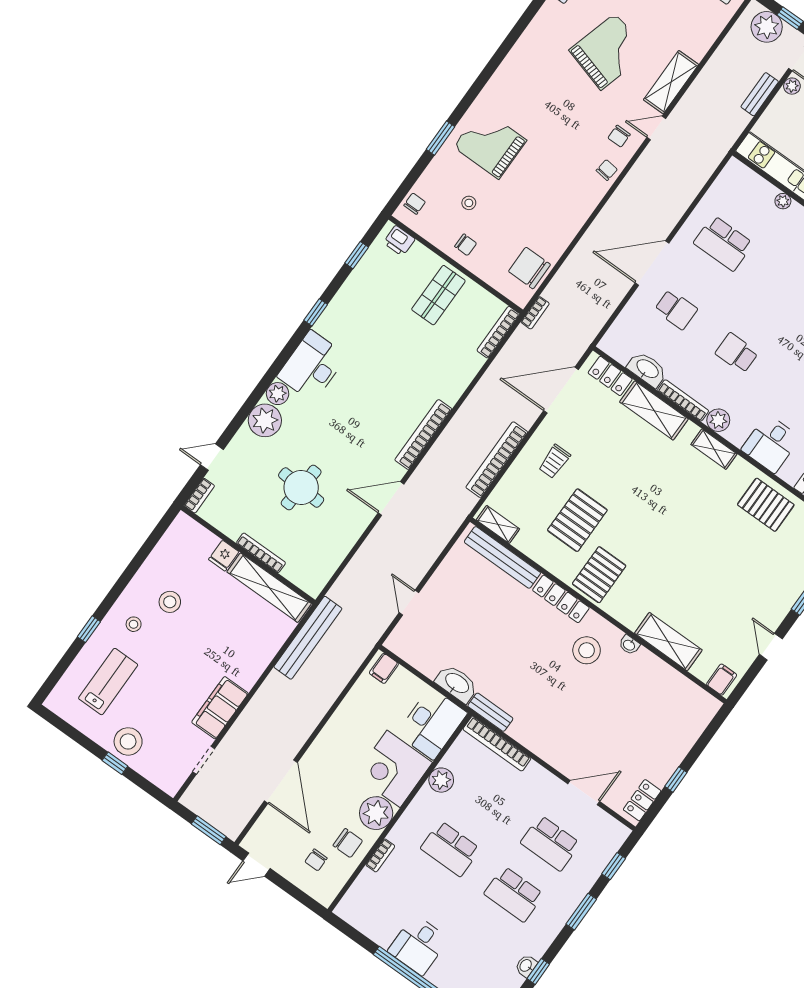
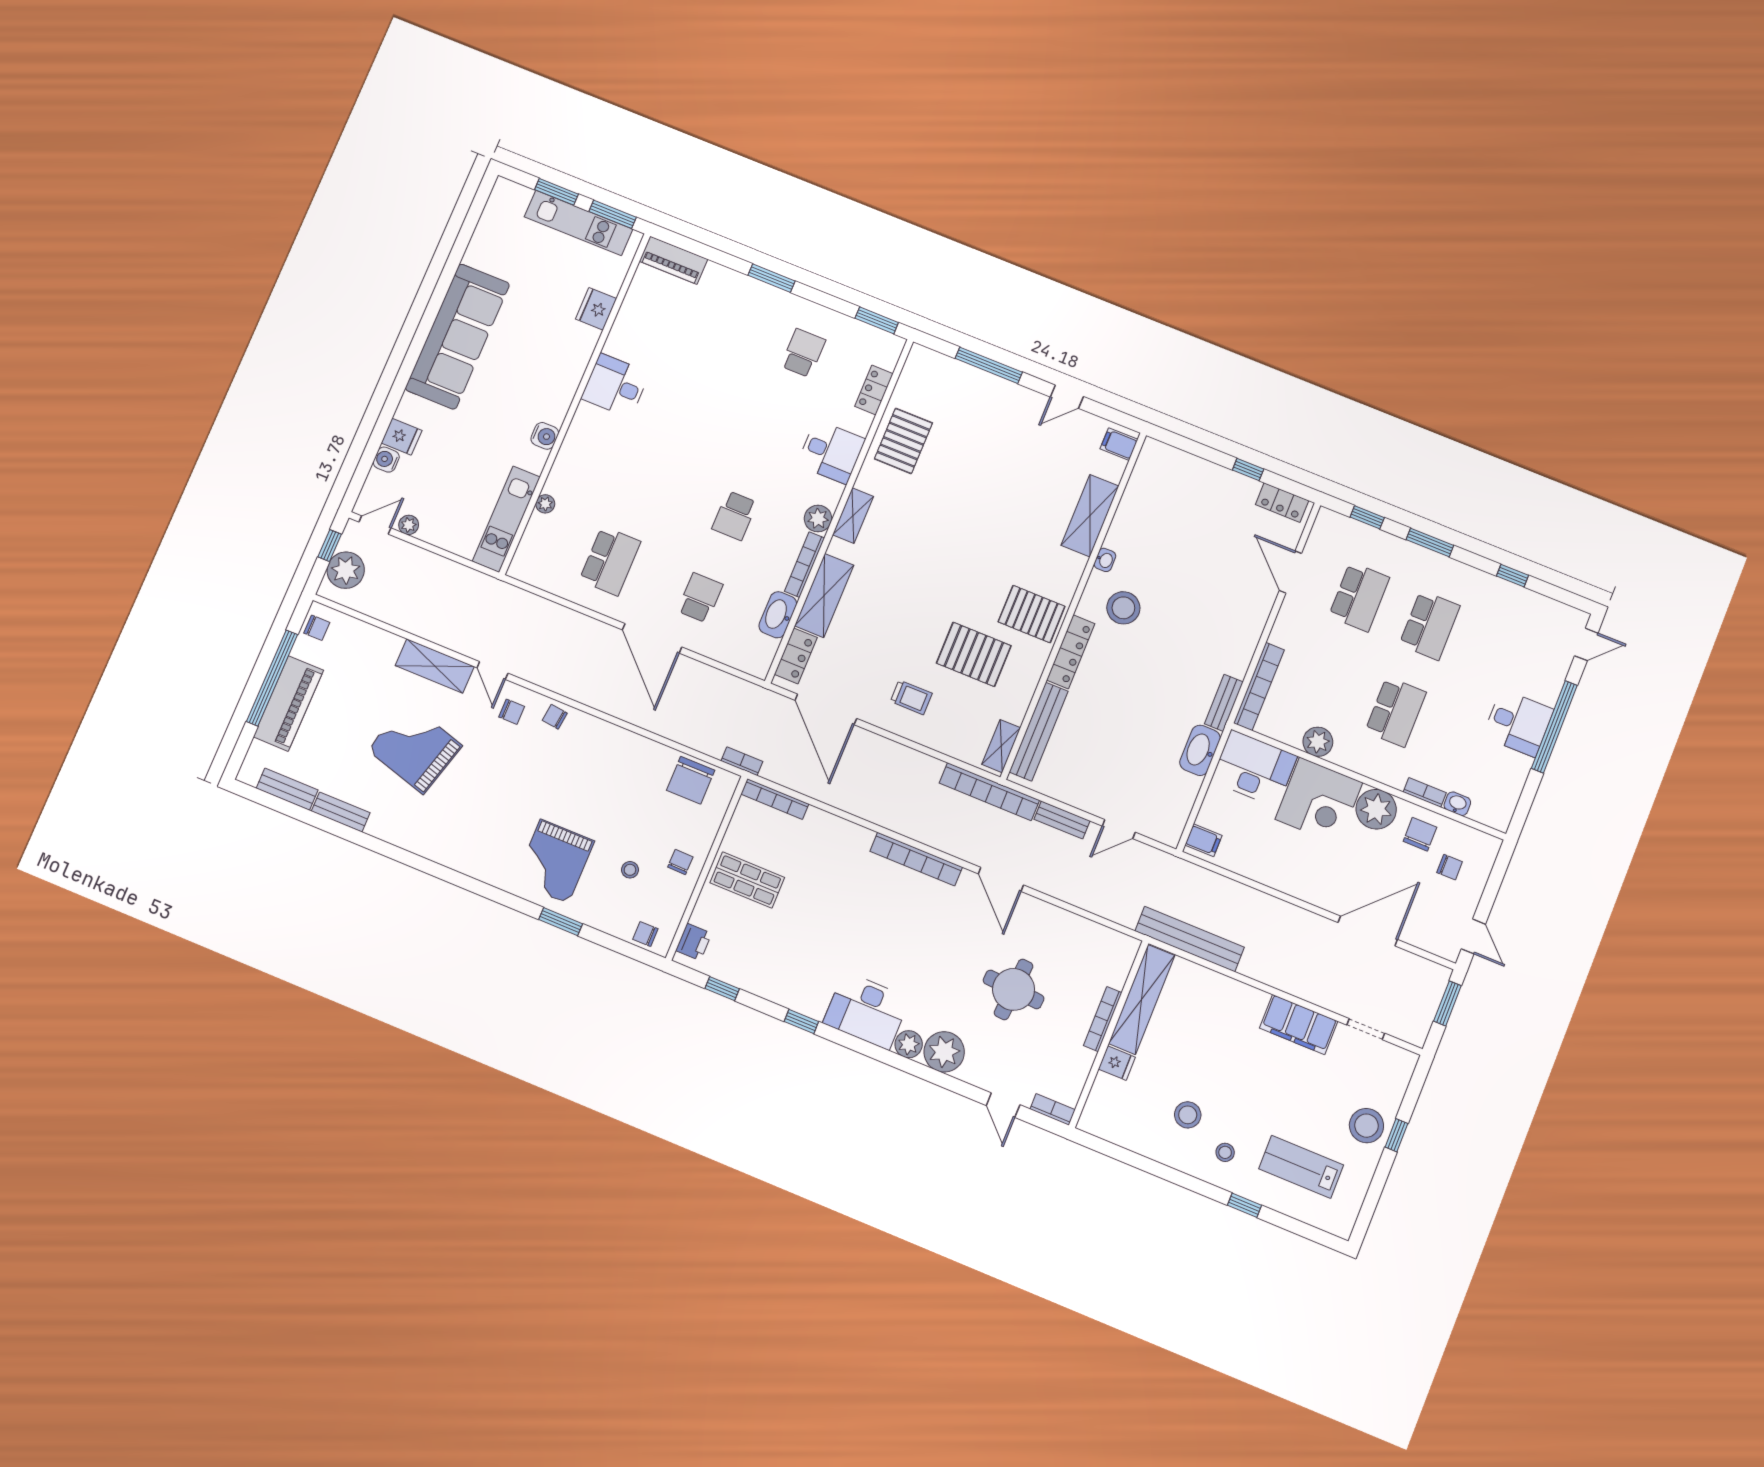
bench: (760, 94) -> (1062, 820), moved
bookcase: (497, 460) -> (989, 792), moved
washbasin: (526, 966) -> (1457, 804), moved, turned 180

